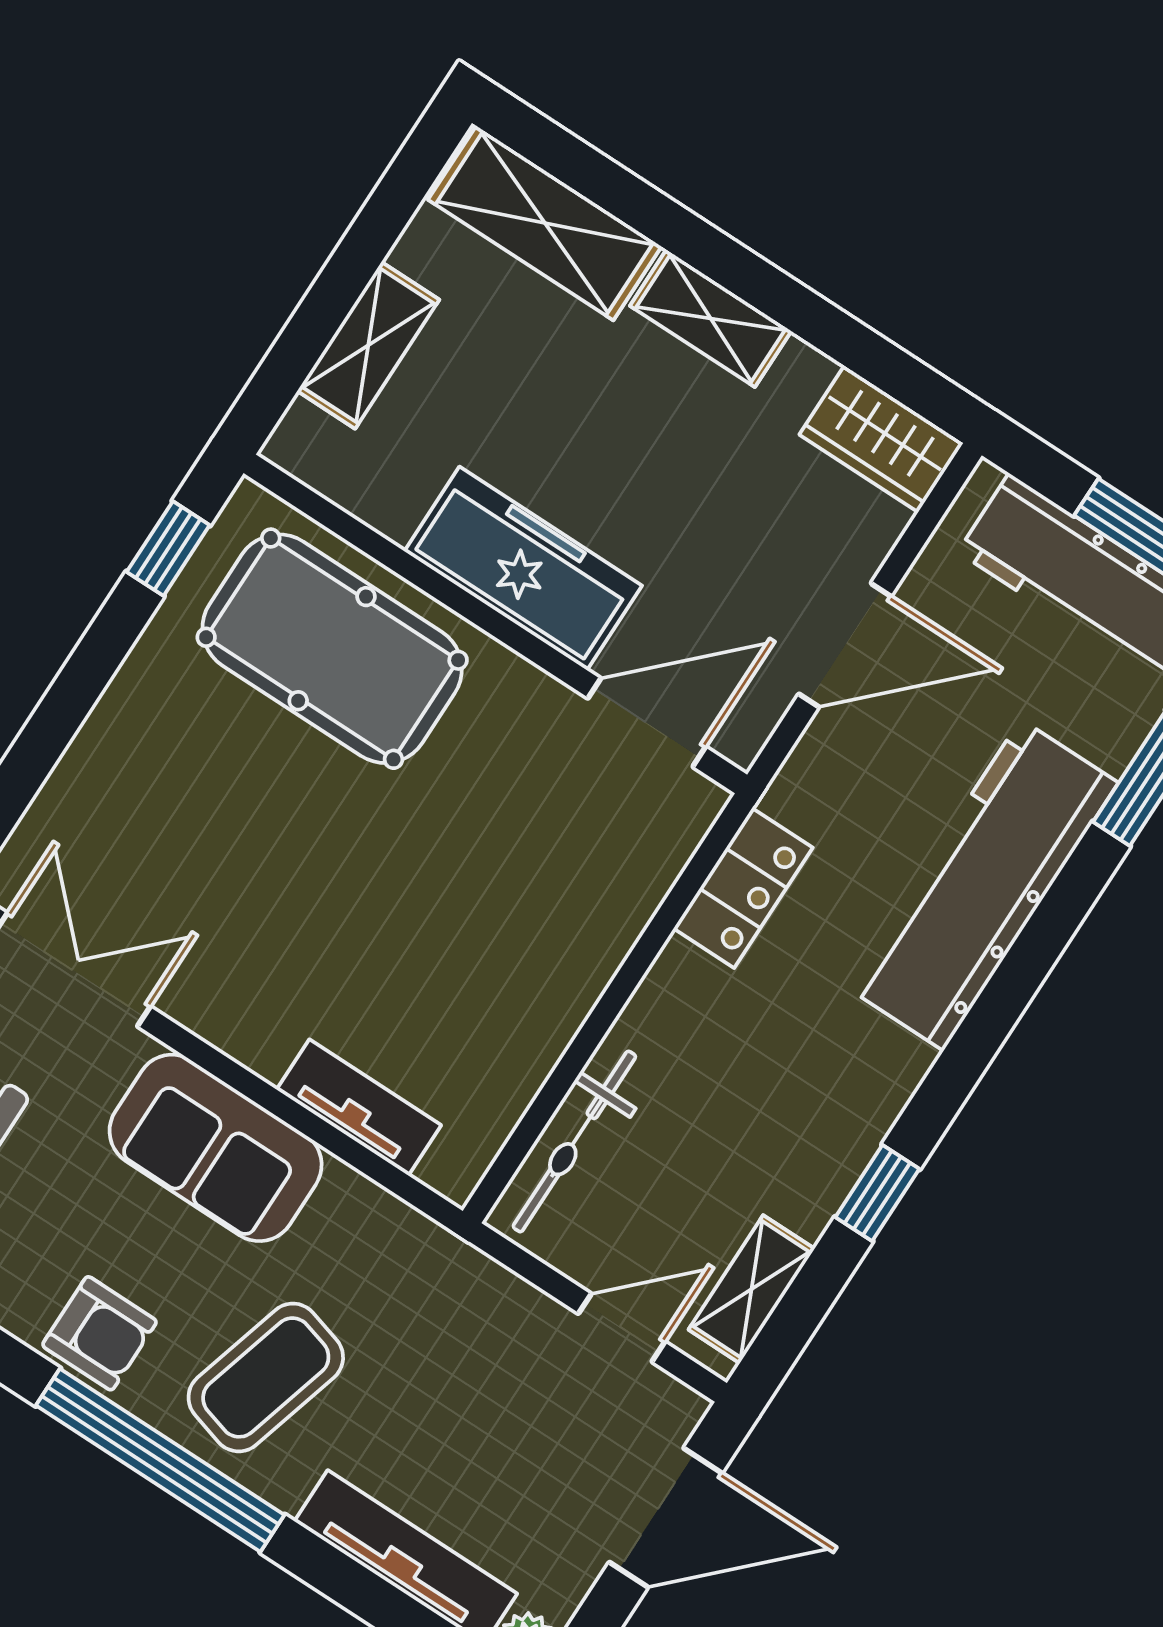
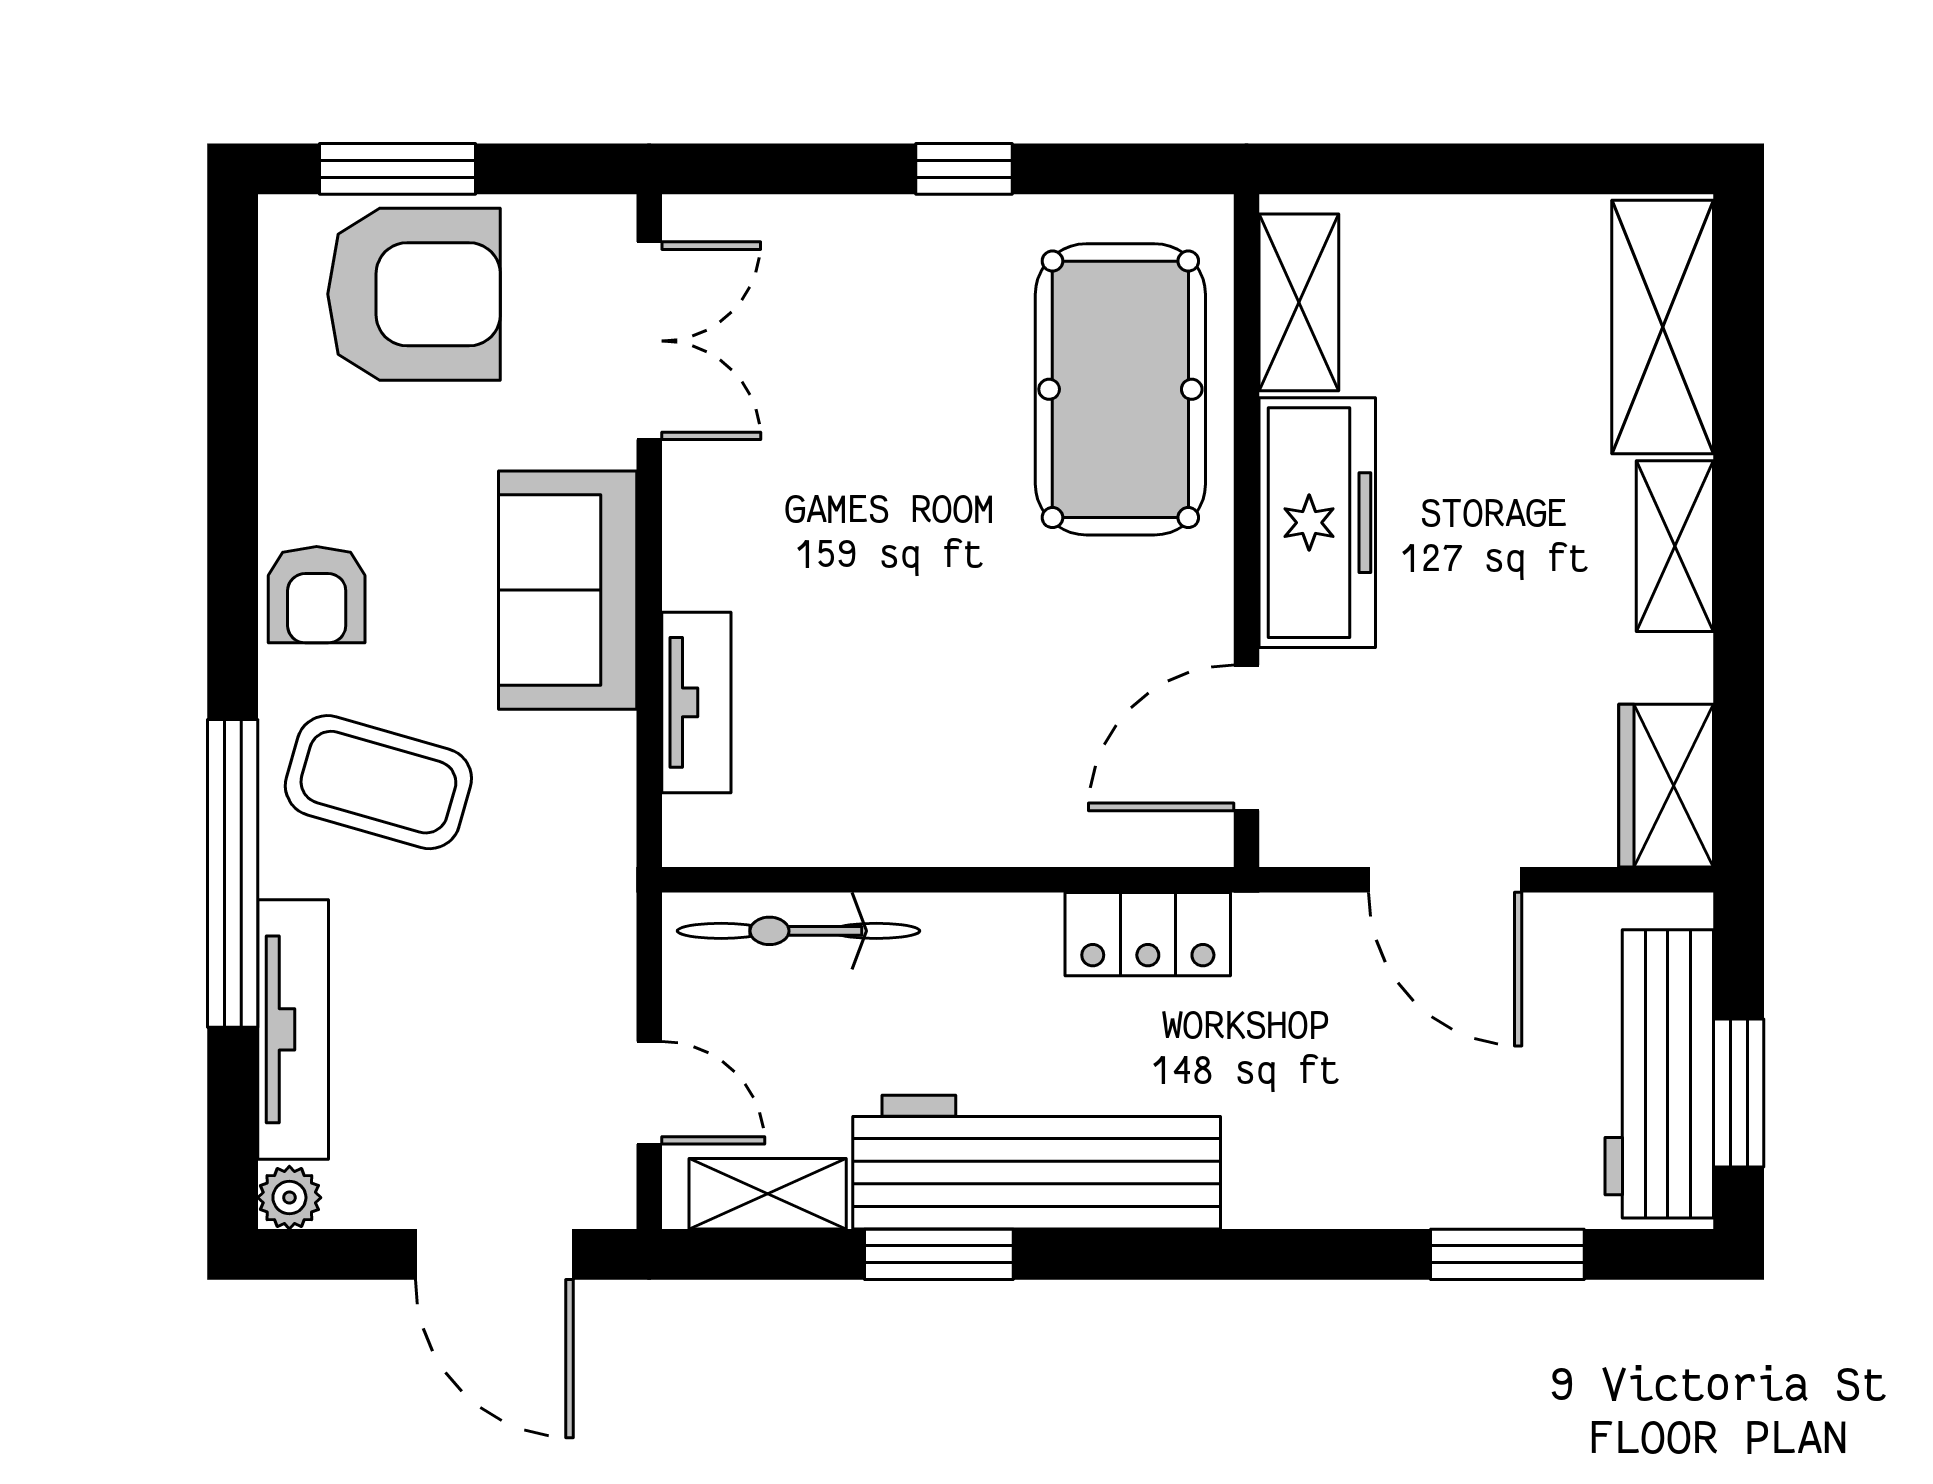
shelving: (368, 345) -> (1299, 302), moved, turned 90
window: (168, 548) -> (964, 169), moved
door: (647, 723) -> (1246, 738), swing flipped
workbench: (982, 885) -> (1037, 1162), moved
window: (877, 1193) -> (939, 1254), width x1.50
window: (160, 1460) -> (233, 873), moved

